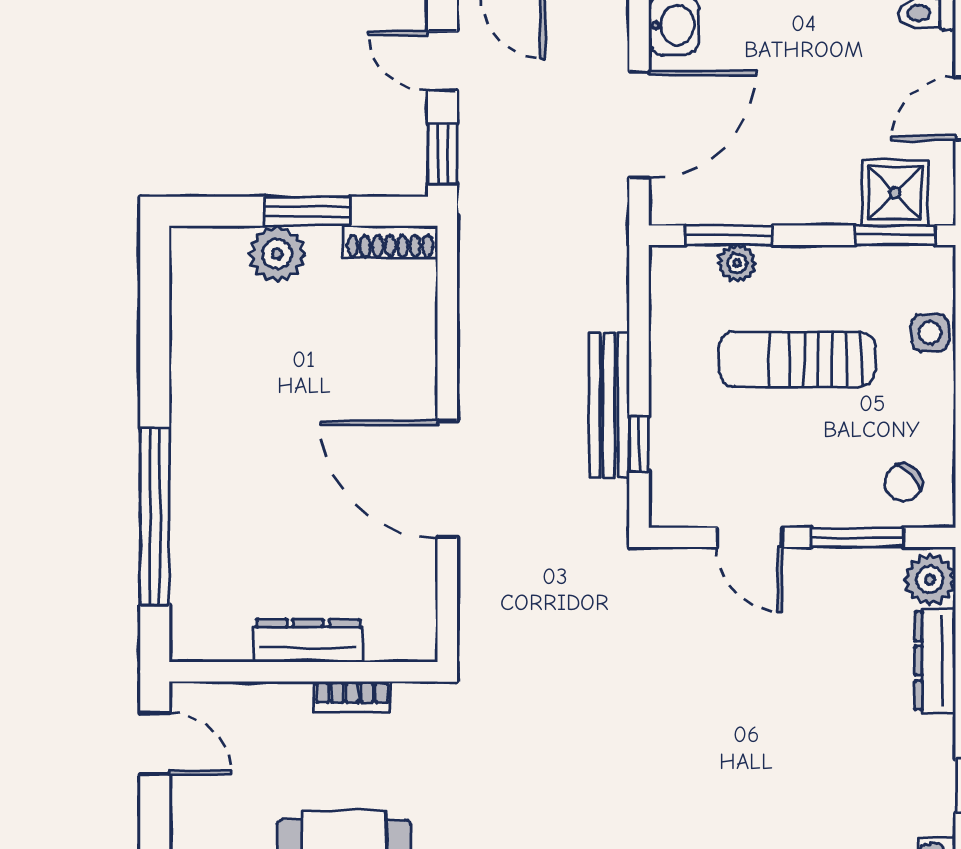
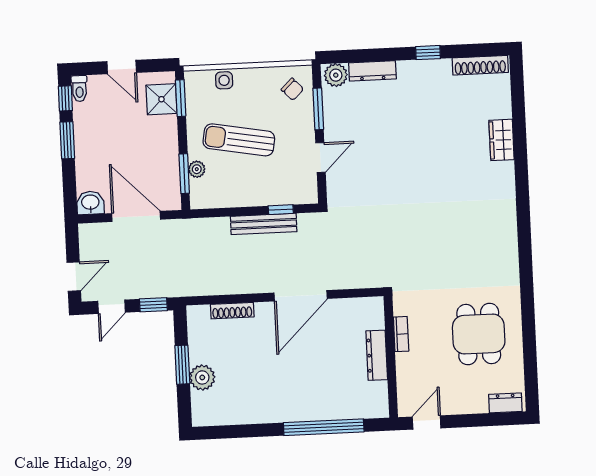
shoe rack: (390, 242) -> (232, 311), moved, turned 90
sun lounger: (797, 359) -> (239, 140), turned 100

